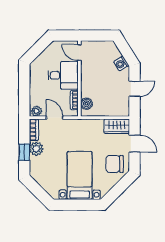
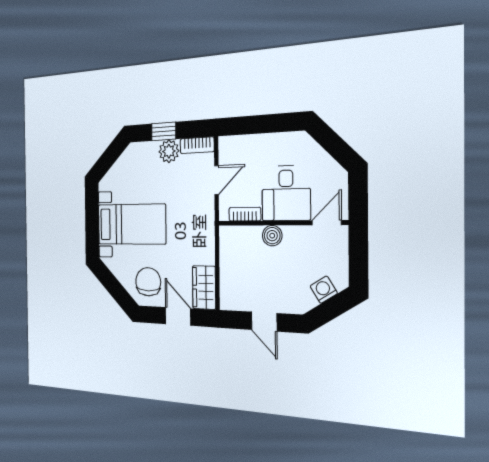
washing machine: (121, 64) -> (324, 290), moved
boiler: (86, 104) -> (272, 236), moved
plant: (37, 111) -> (226, 148), removed
door: (134, 144) -> (178, 316), swing flipped

